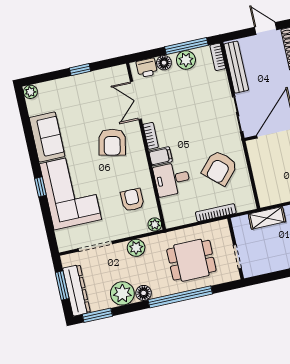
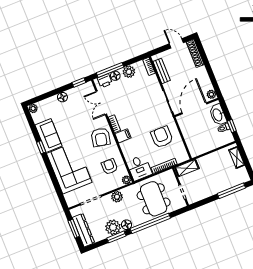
window: (186, 46) -> (110, 70), moved
bench: (236, 67) -> (162, 71), width x0.73
window: (80, 70) -> (79, 82), moved
floor lamp: (78, 82) -> (62, 97), added
armchair: (112, 142) -> (101, 137), moved
armchair: (220, 168) -> (162, 137), turned 138
desk: (172, 179) -> (139, 168), moved, turned -90
window: (40, 187) -> (41, 147), moved
shelving: (267, 218) -> (187, 168), moved
dining table: (191, 260) -> (154, 199), width x1.38
window: (97, 315) -> (116, 237), moved

